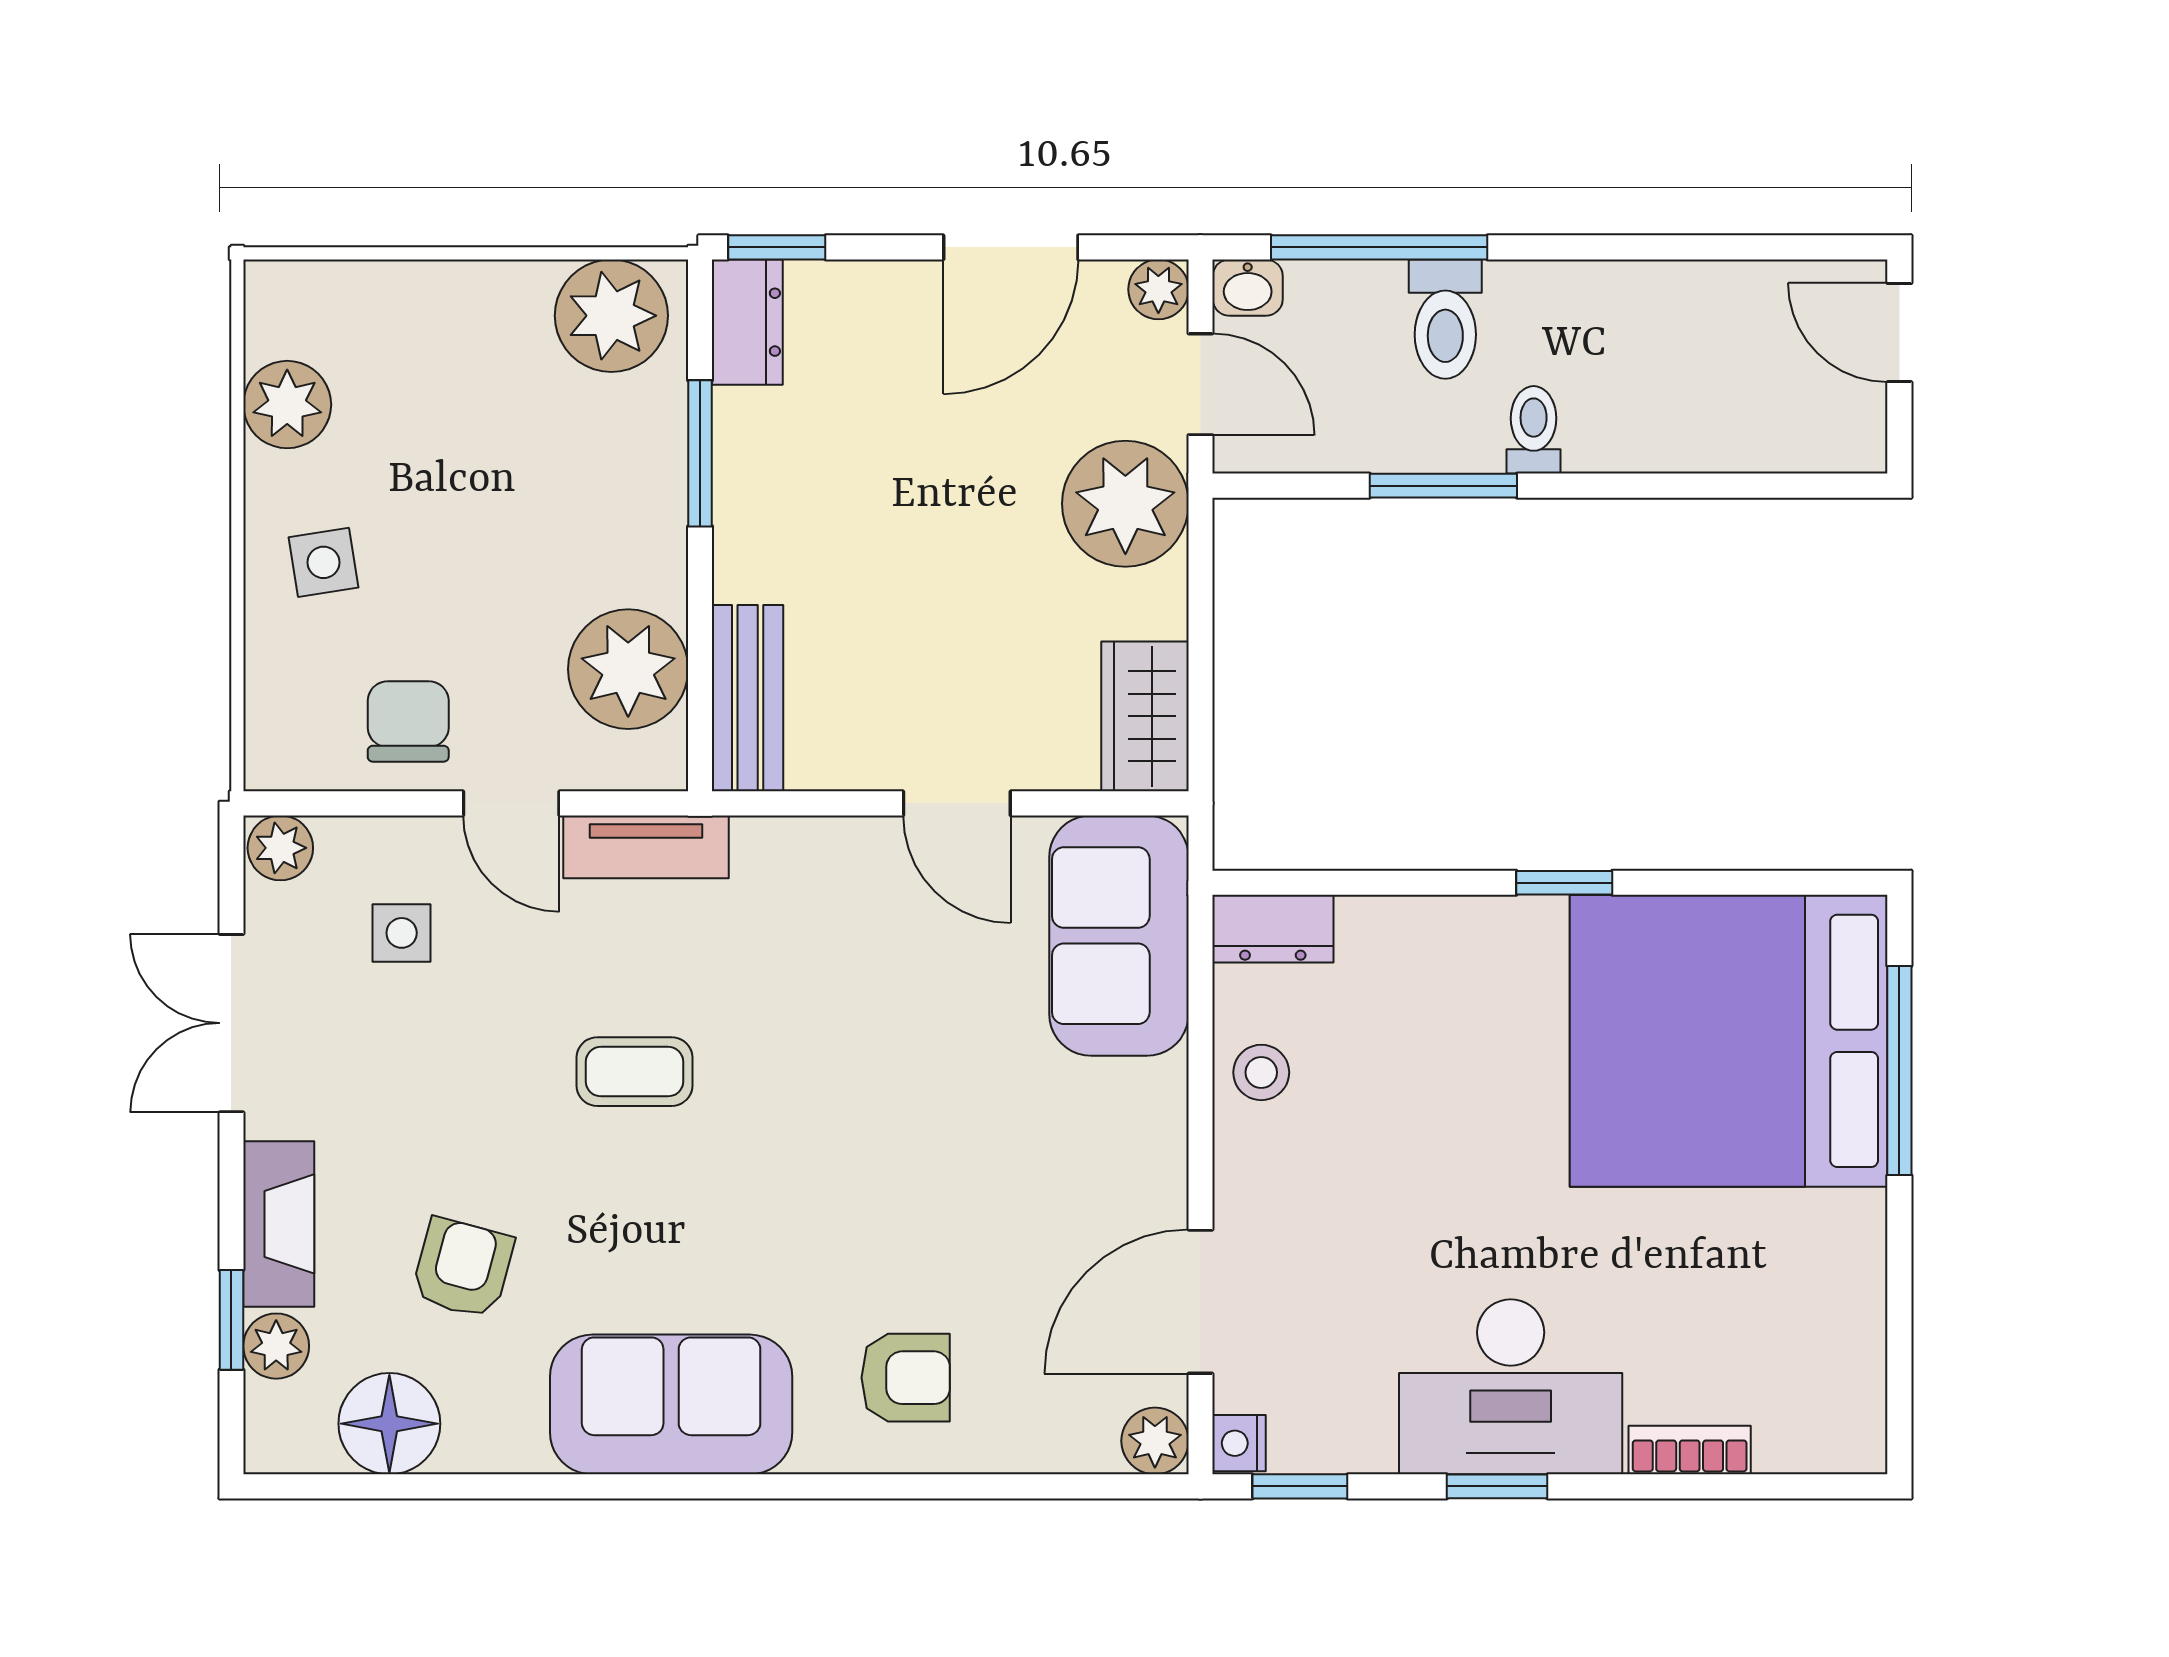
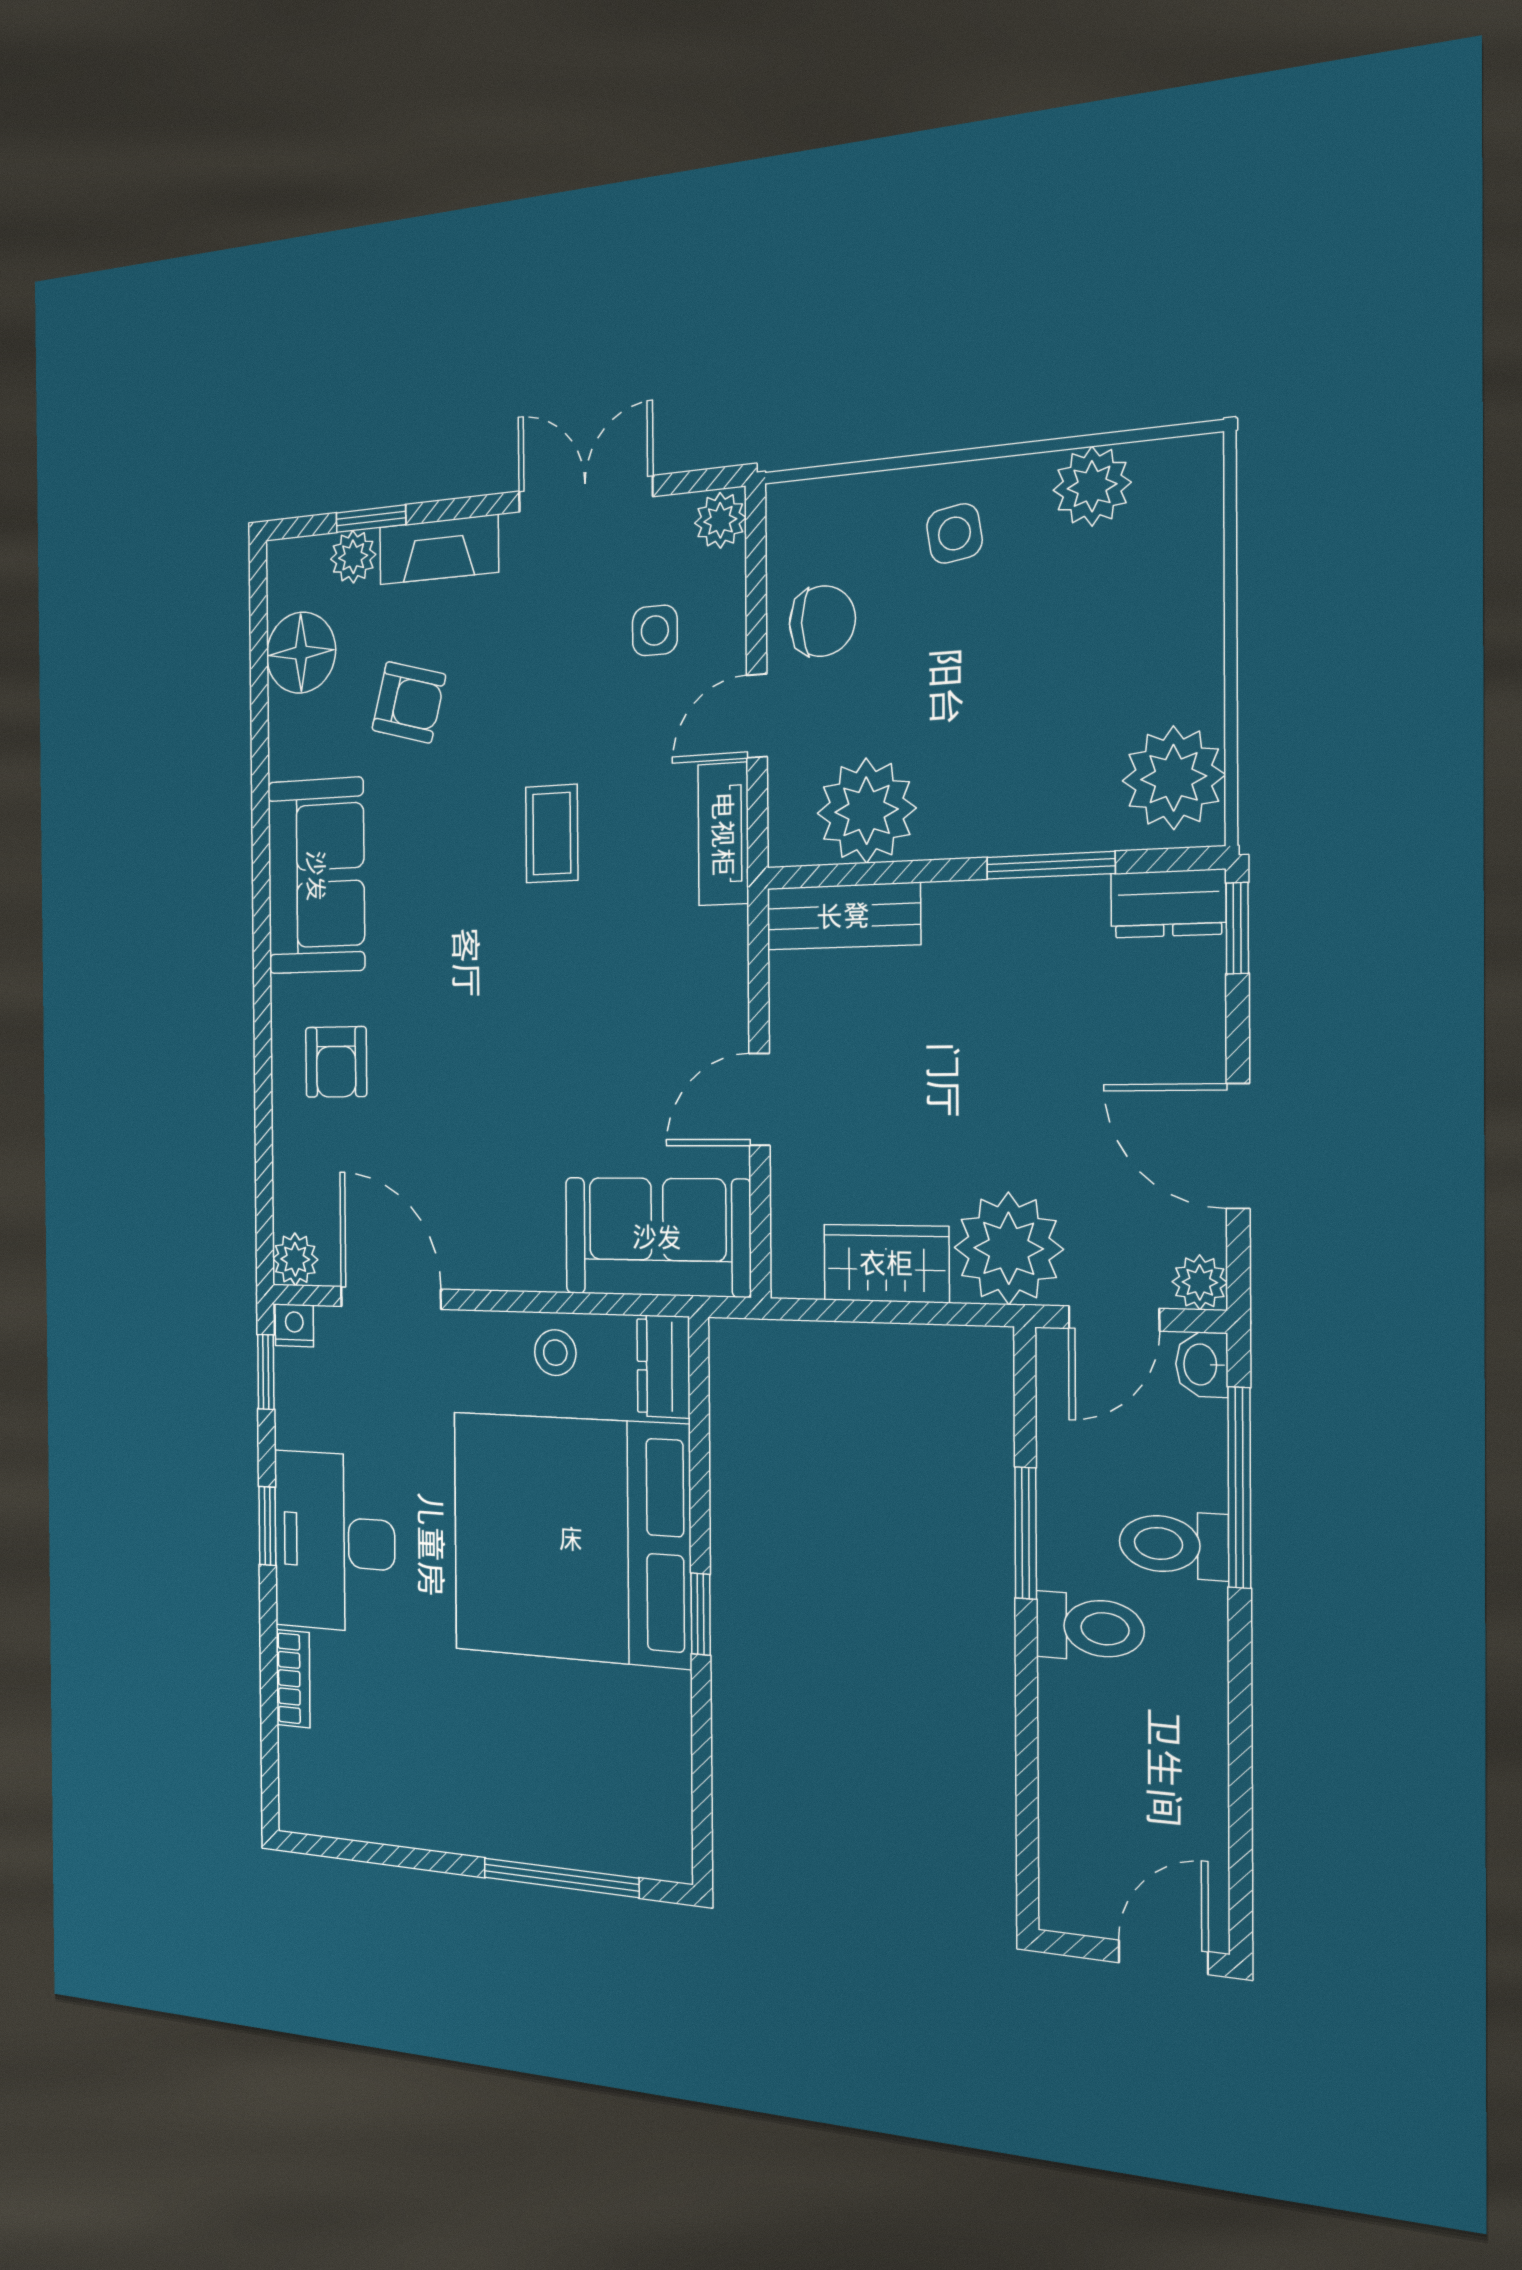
toilet: (1534, 430) -> (1090, 1628), width x1.37, depth x1.39
wardrobe: (1145, 716) -> (886, 1263), moved
bed: (1729, 1041) -> (571, 1539), moved, turned -90

